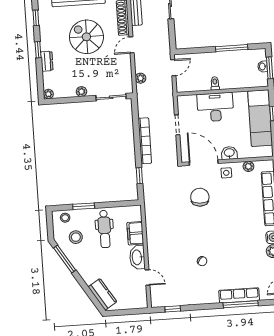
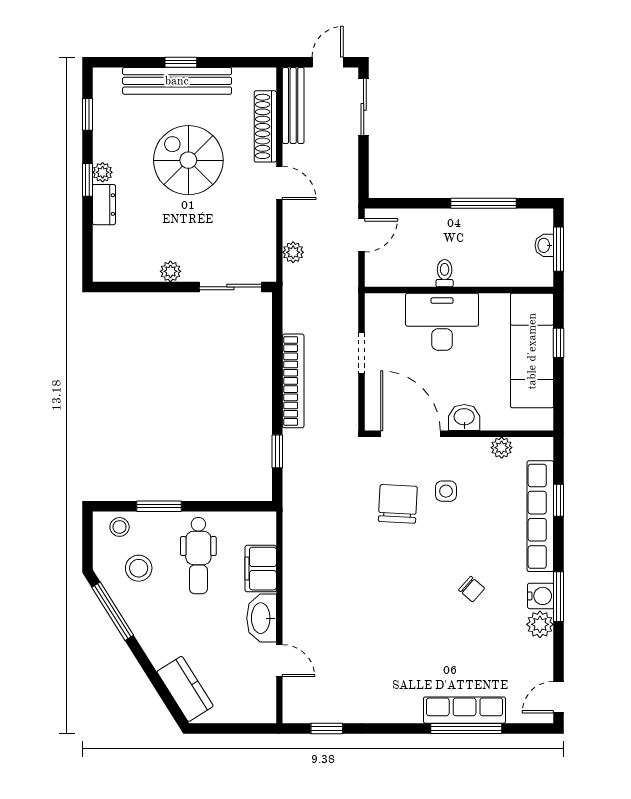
door: (132, 45) -> (279, 183), swing flipped
plant: (48, 94) -> (103, 172), moved
side table: (226, 173) -> (446, 491), moved
chair: (202, 261) -> (472, 589), moved

